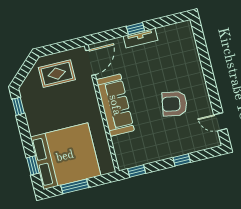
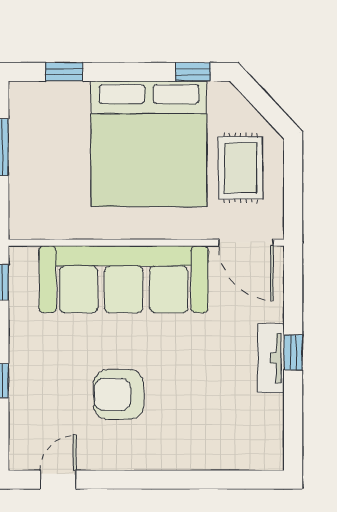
armchair: (174, 104) -> (119, 395), turned -100
sofa: (115, 105) -> (124, 279), width x1.36, depth x1.27
bed: (65, 156) -> (149, 144), moved

